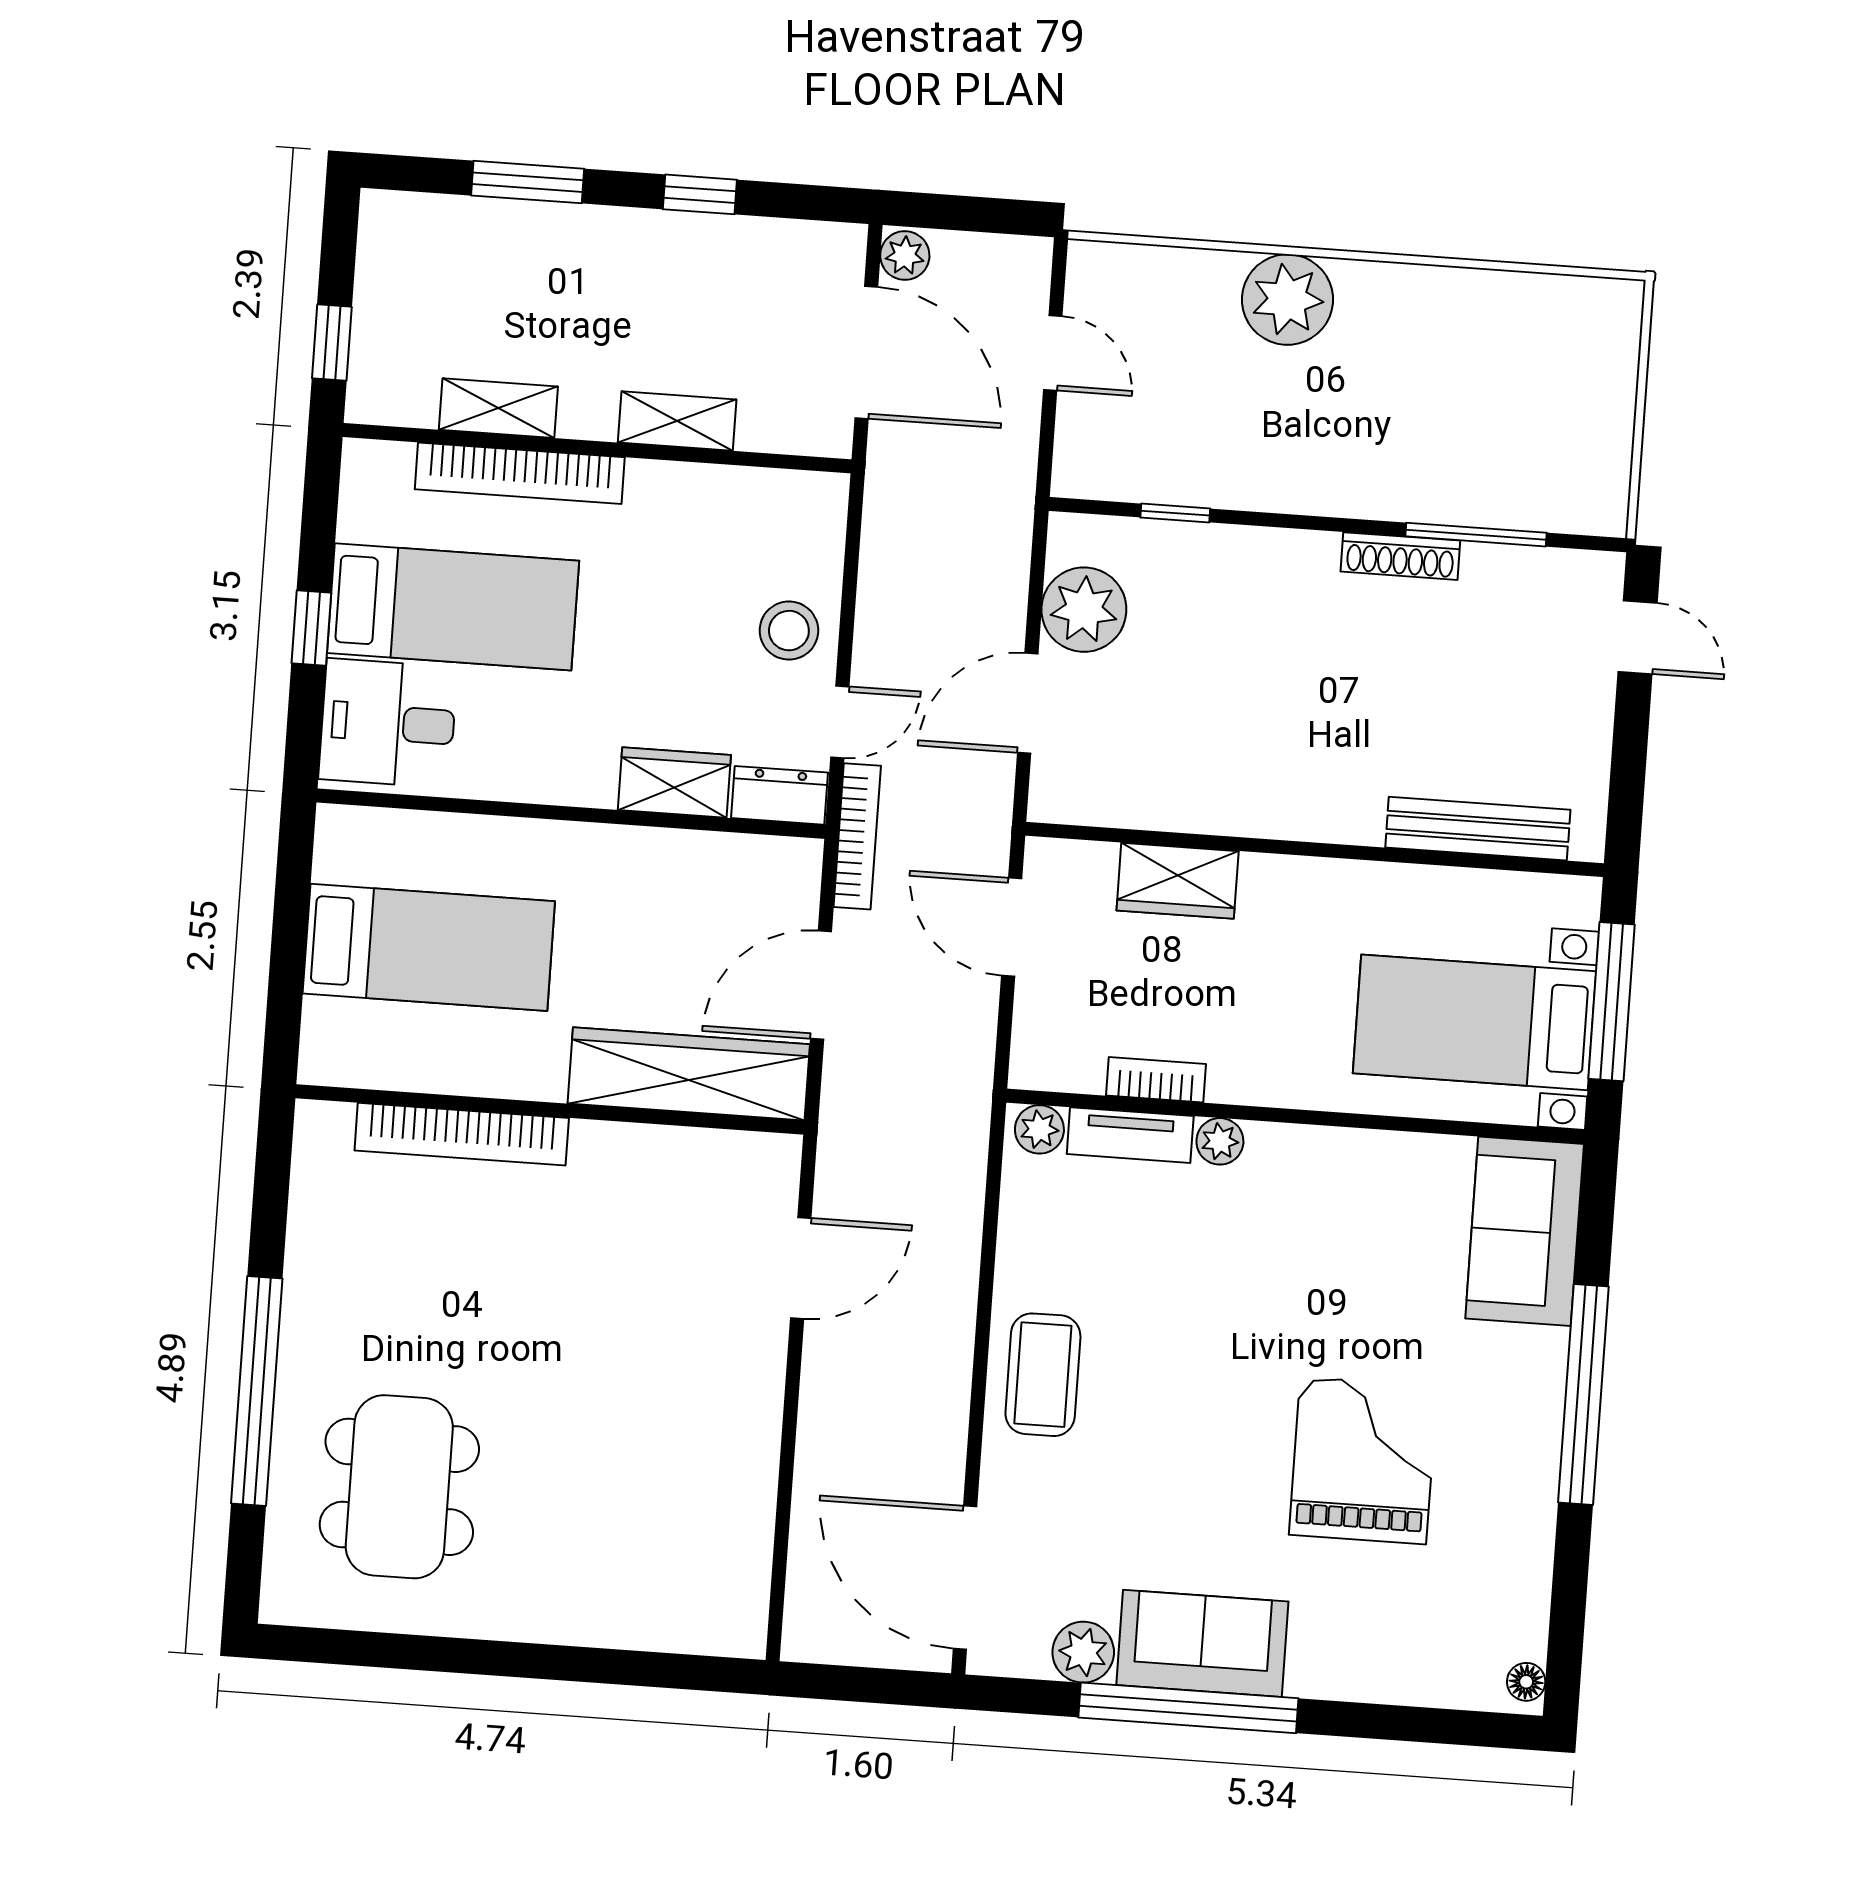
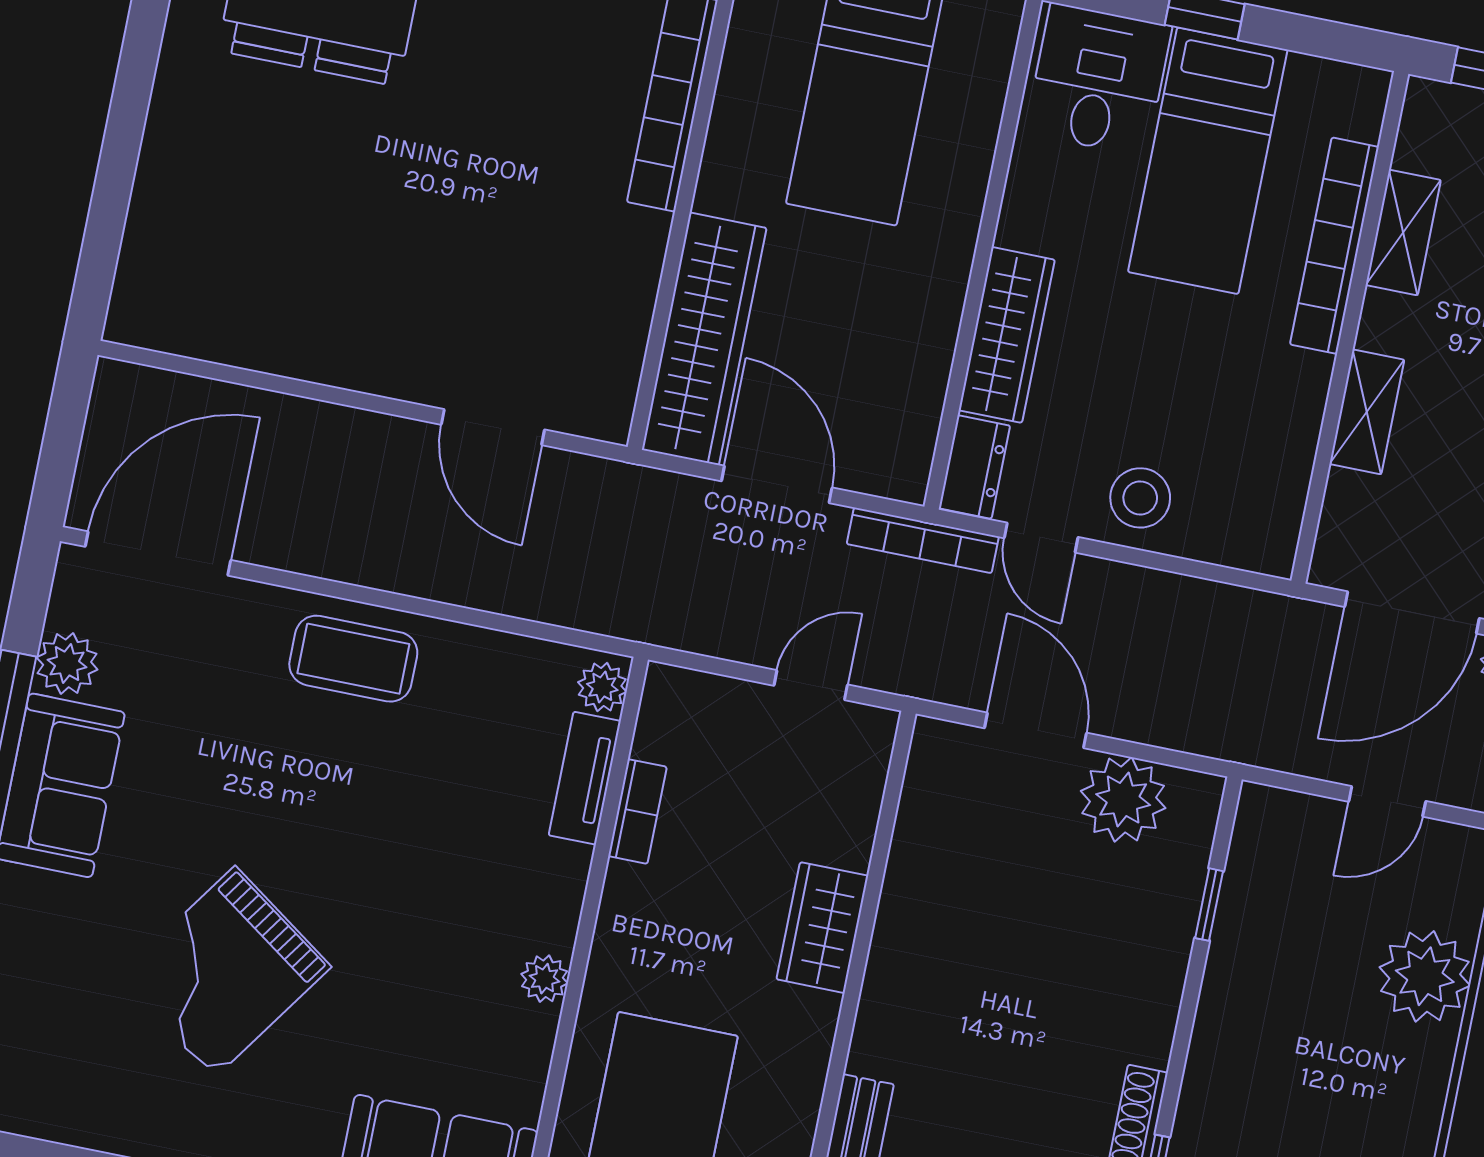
plant: (1287, 300) -> (1425, 976), moved
wardrobe: (674, 782) -> (1007, 335), width x1.50
wardrobe: (1178, 881) -> (822, 928), moved
door: (1012, 927) -> (811, 685), width x0.73
plant: (1220, 1141) -> (544, 979), moved
grand piano: (1363, 1461) -> (225, 972), turned 125

